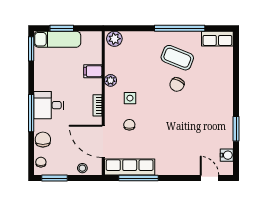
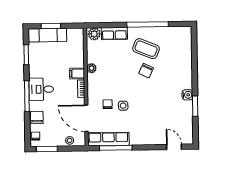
row of seats: (217, 39) -> (114, 33), moved
window: (31, 49) -> (26, 55), moved
filing cabinet: (93, 71) -> (77, 74), moved
side table: (130, 98) -> (123, 106), moved
water cooler: (227, 155) -> (187, 95), moved

